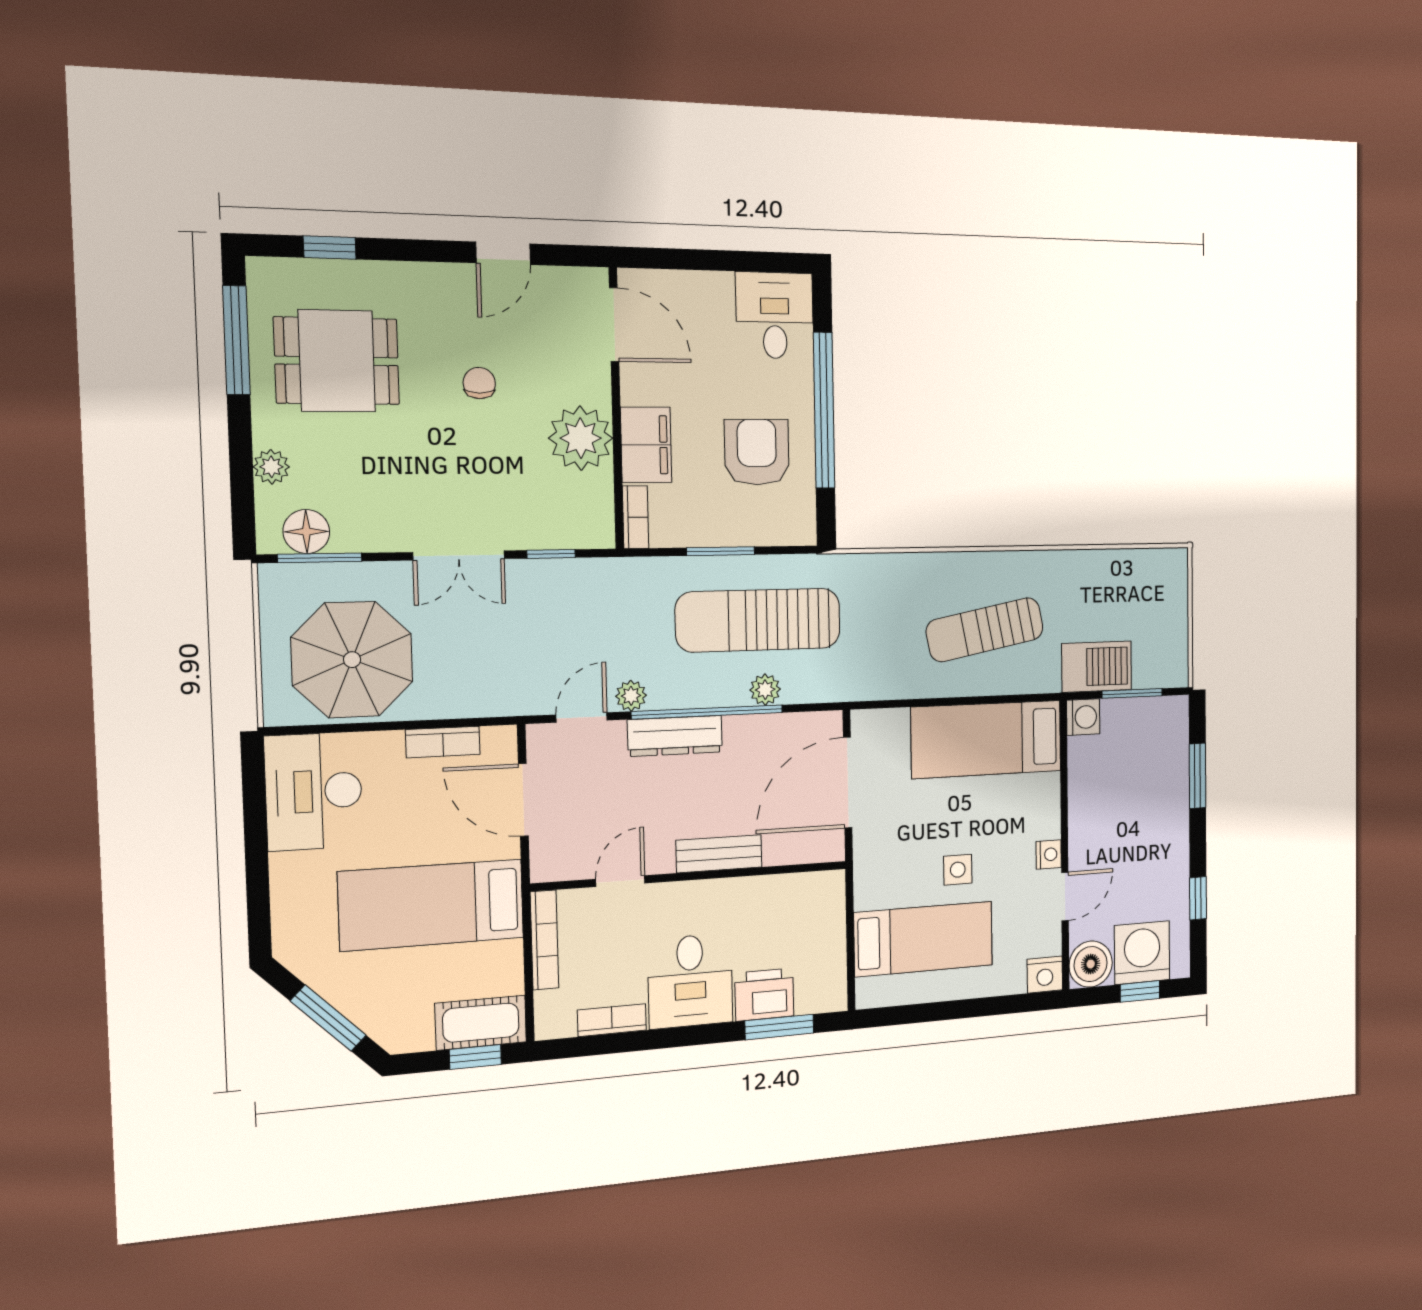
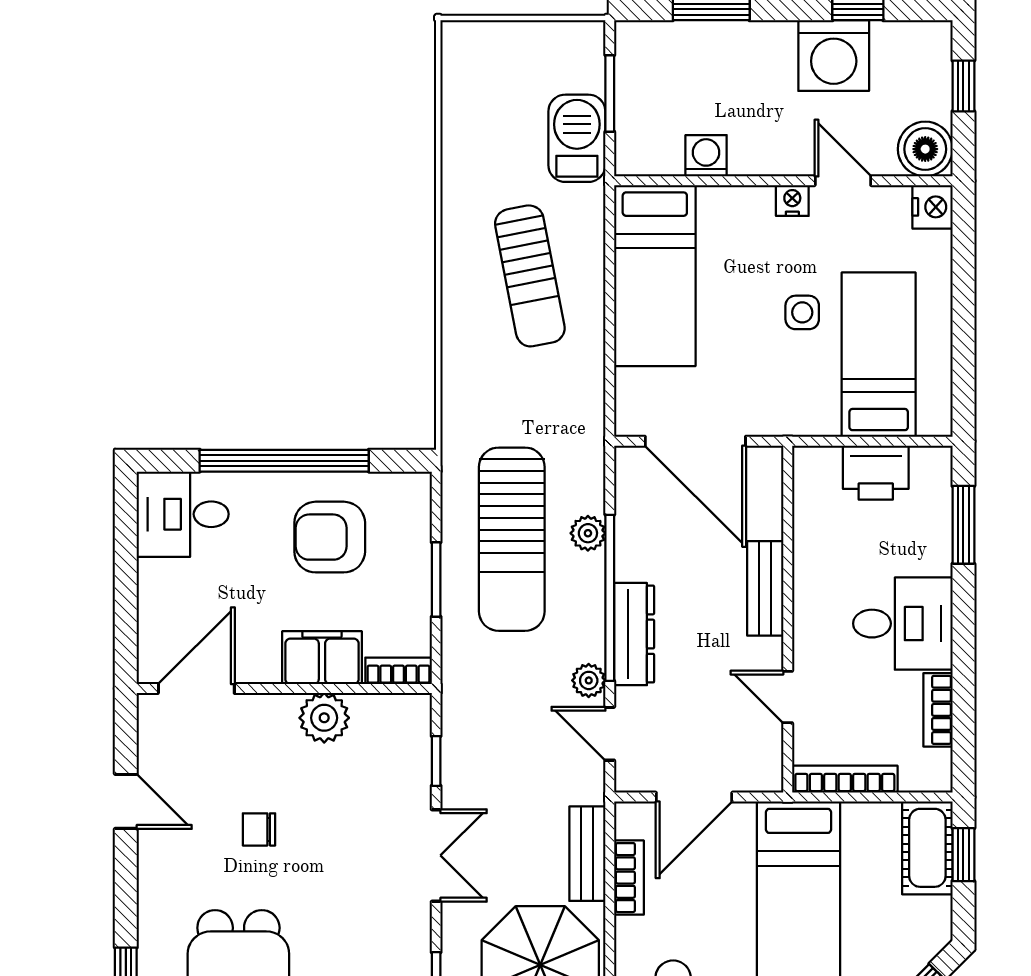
plant: (581, 438) -> (324, 718), width x0.73, depth x0.73
bench: (465, 701) -> (587, 854), added
washing machine: (1083, 717) -> (706, 156), moved
washing machine: (1142, 953) -> (834, 56), moved, turned -90
printer: (764, 995) -> (876, 473), moved, turned -90

